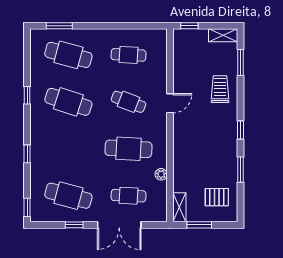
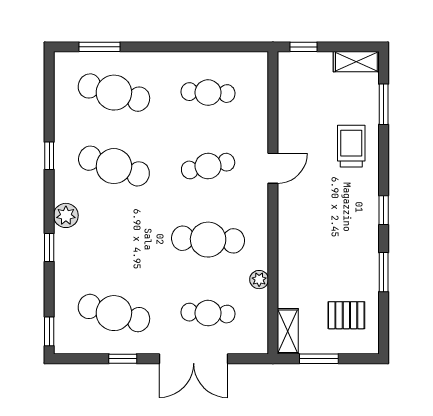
cafe table: (129, 102) -> (208, 166), turned -33
plant: (38, 133) -> (66, 215), added

